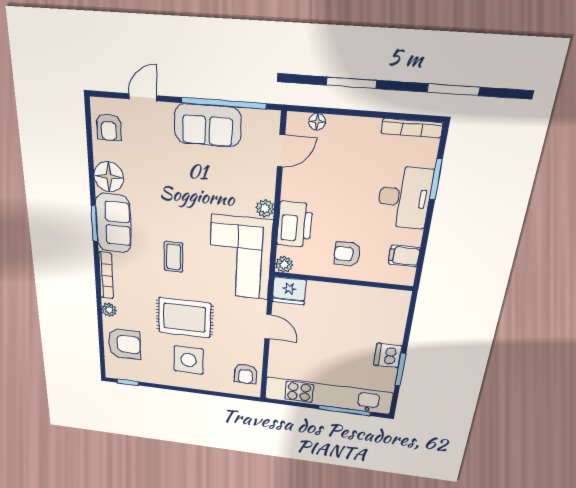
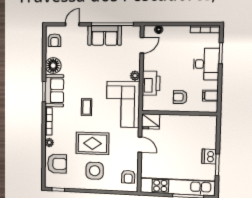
plant: (284, 264) -> (147, 106), removed

